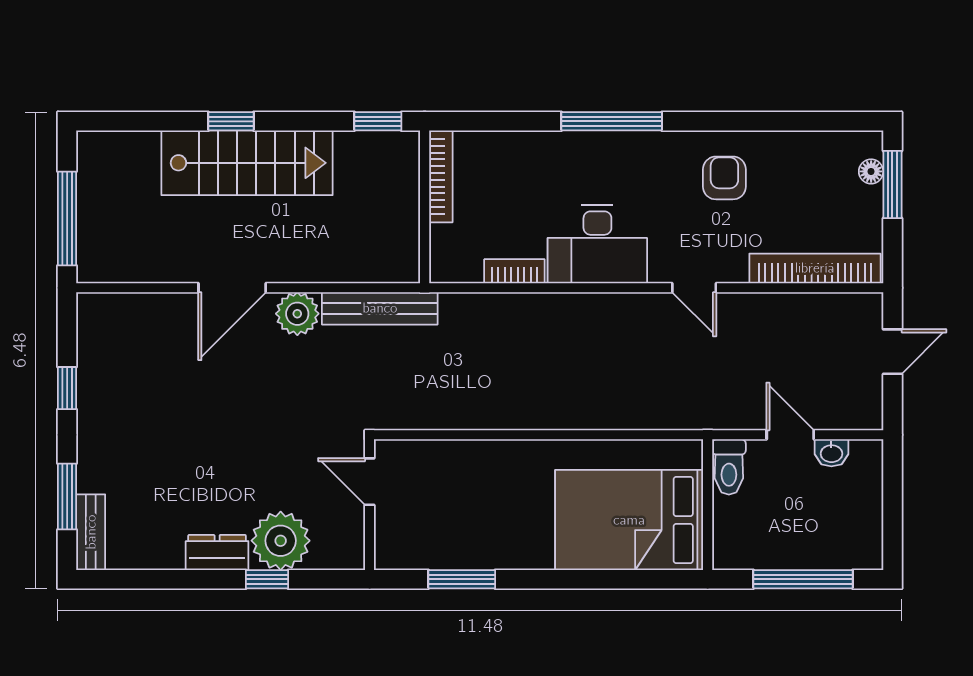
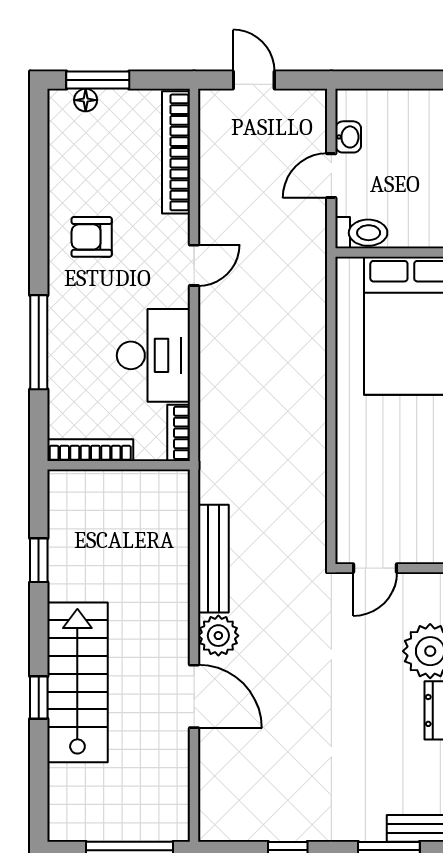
bookcase: (441, 176) -> (90, 450), moved
wall: (425, 207) -> (119, 465), moved

